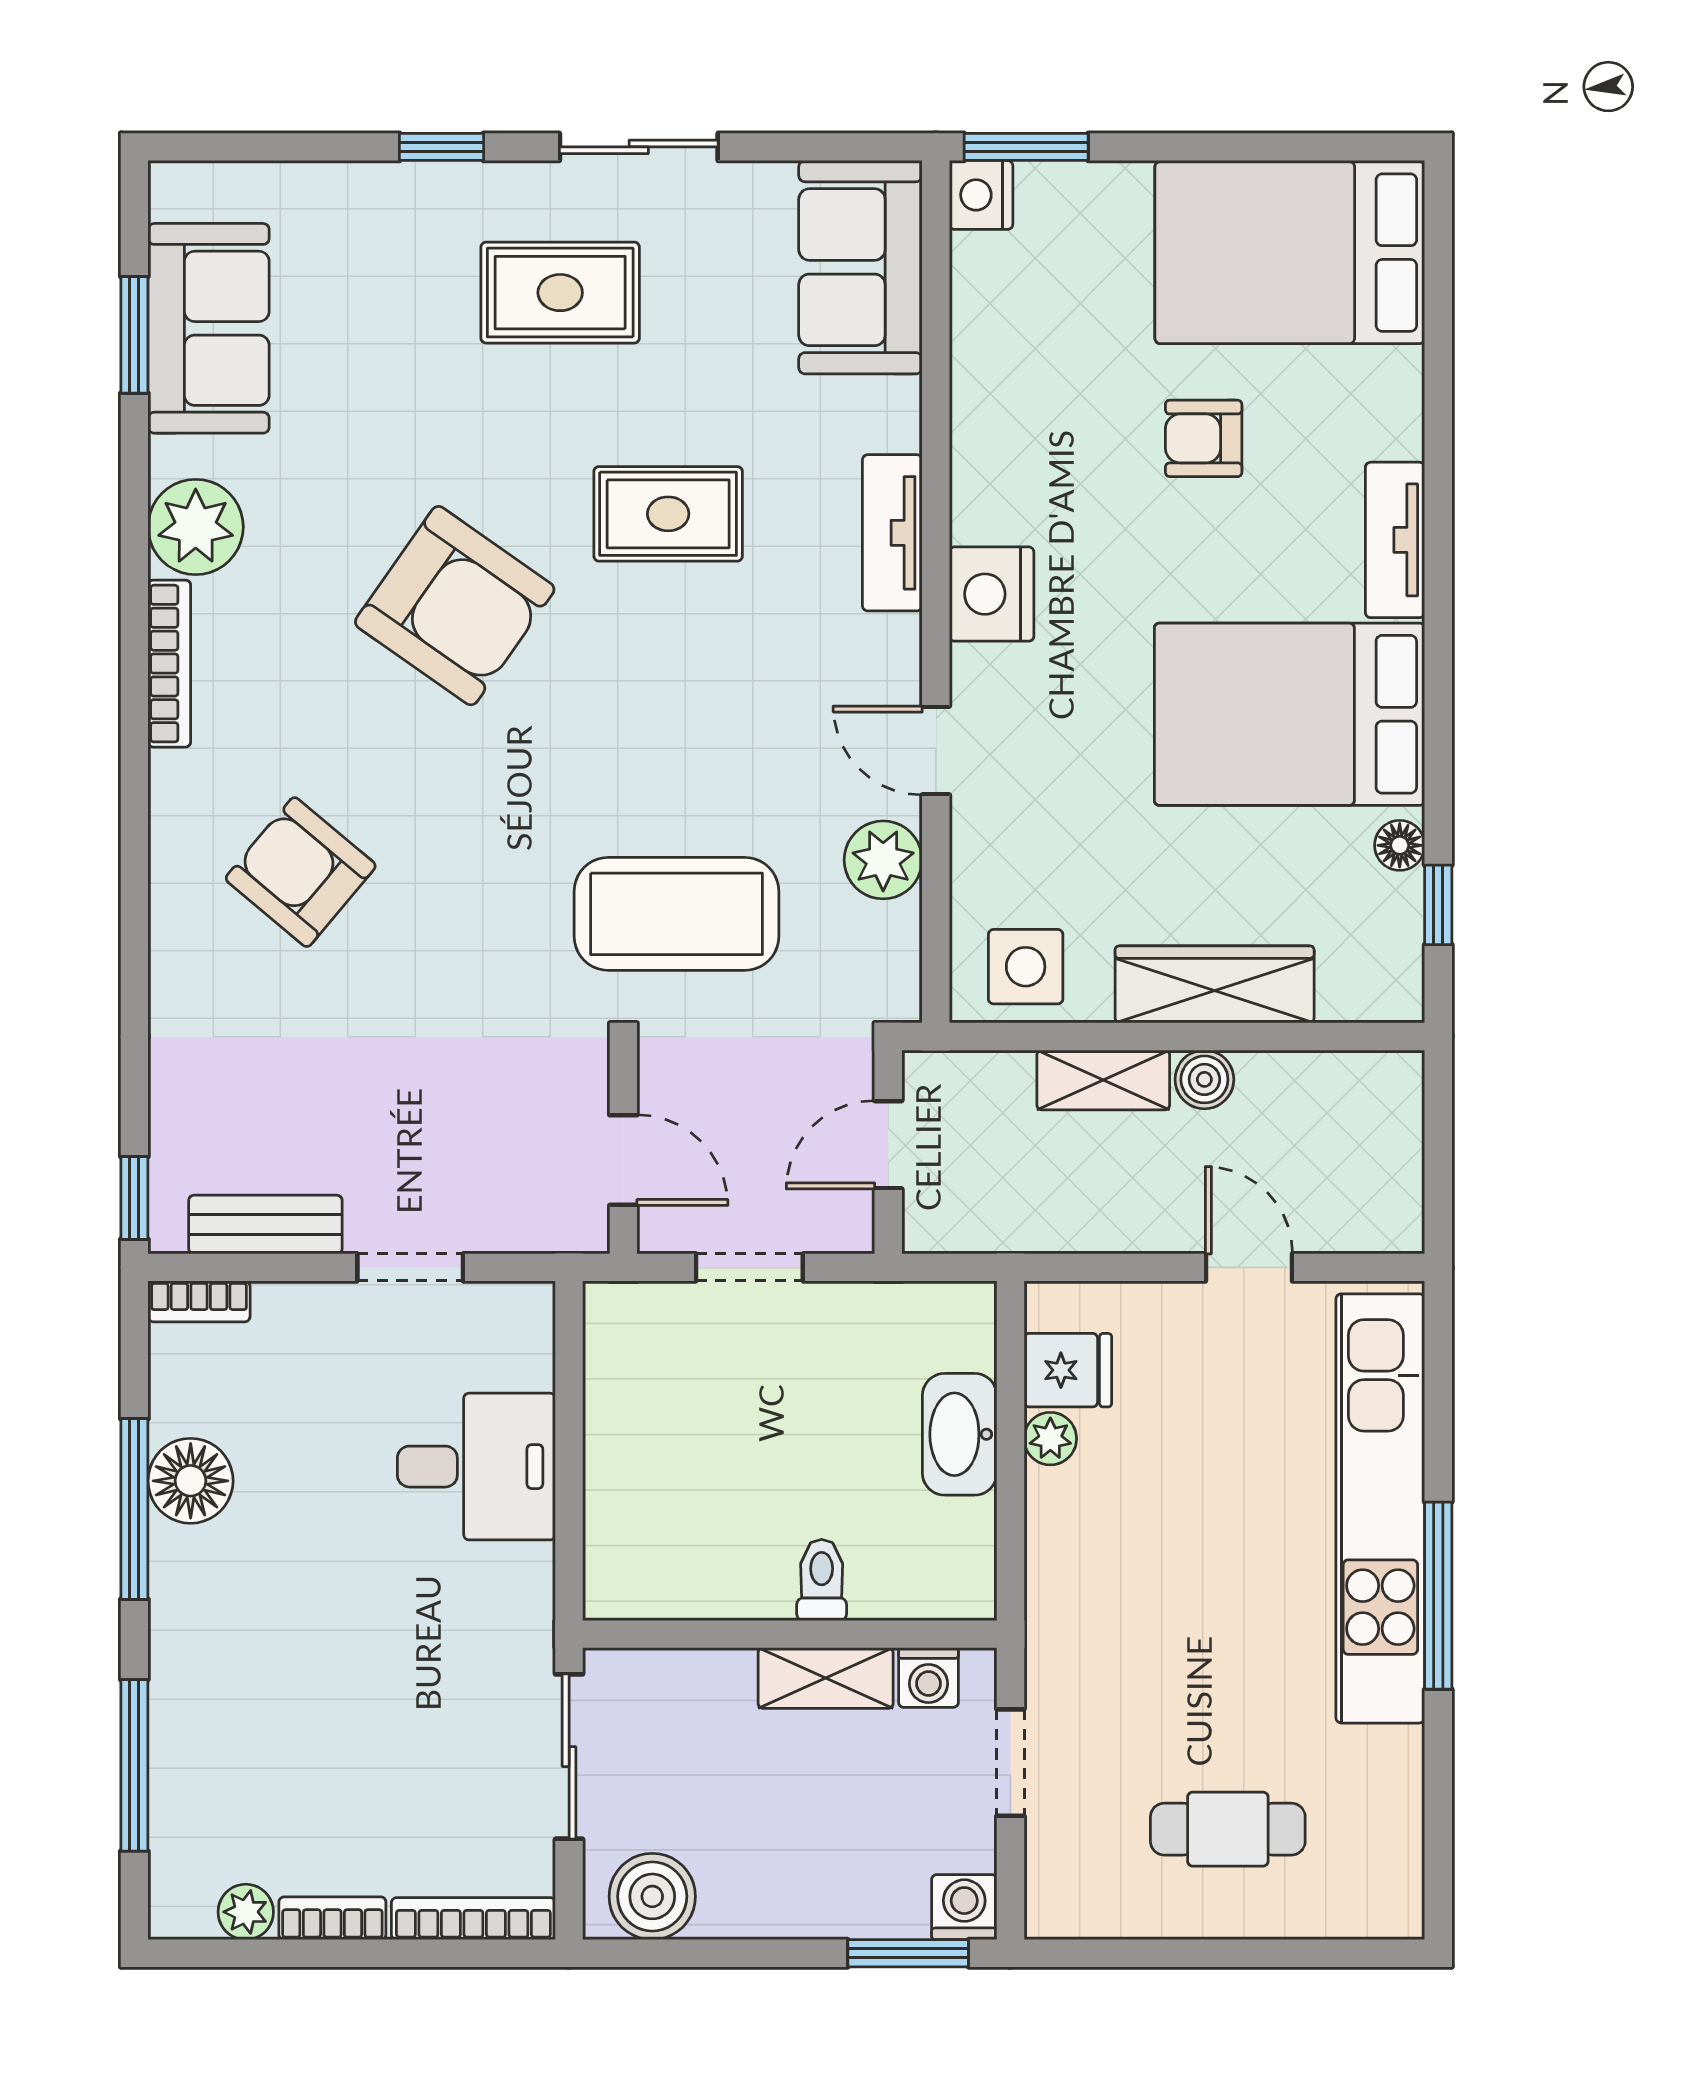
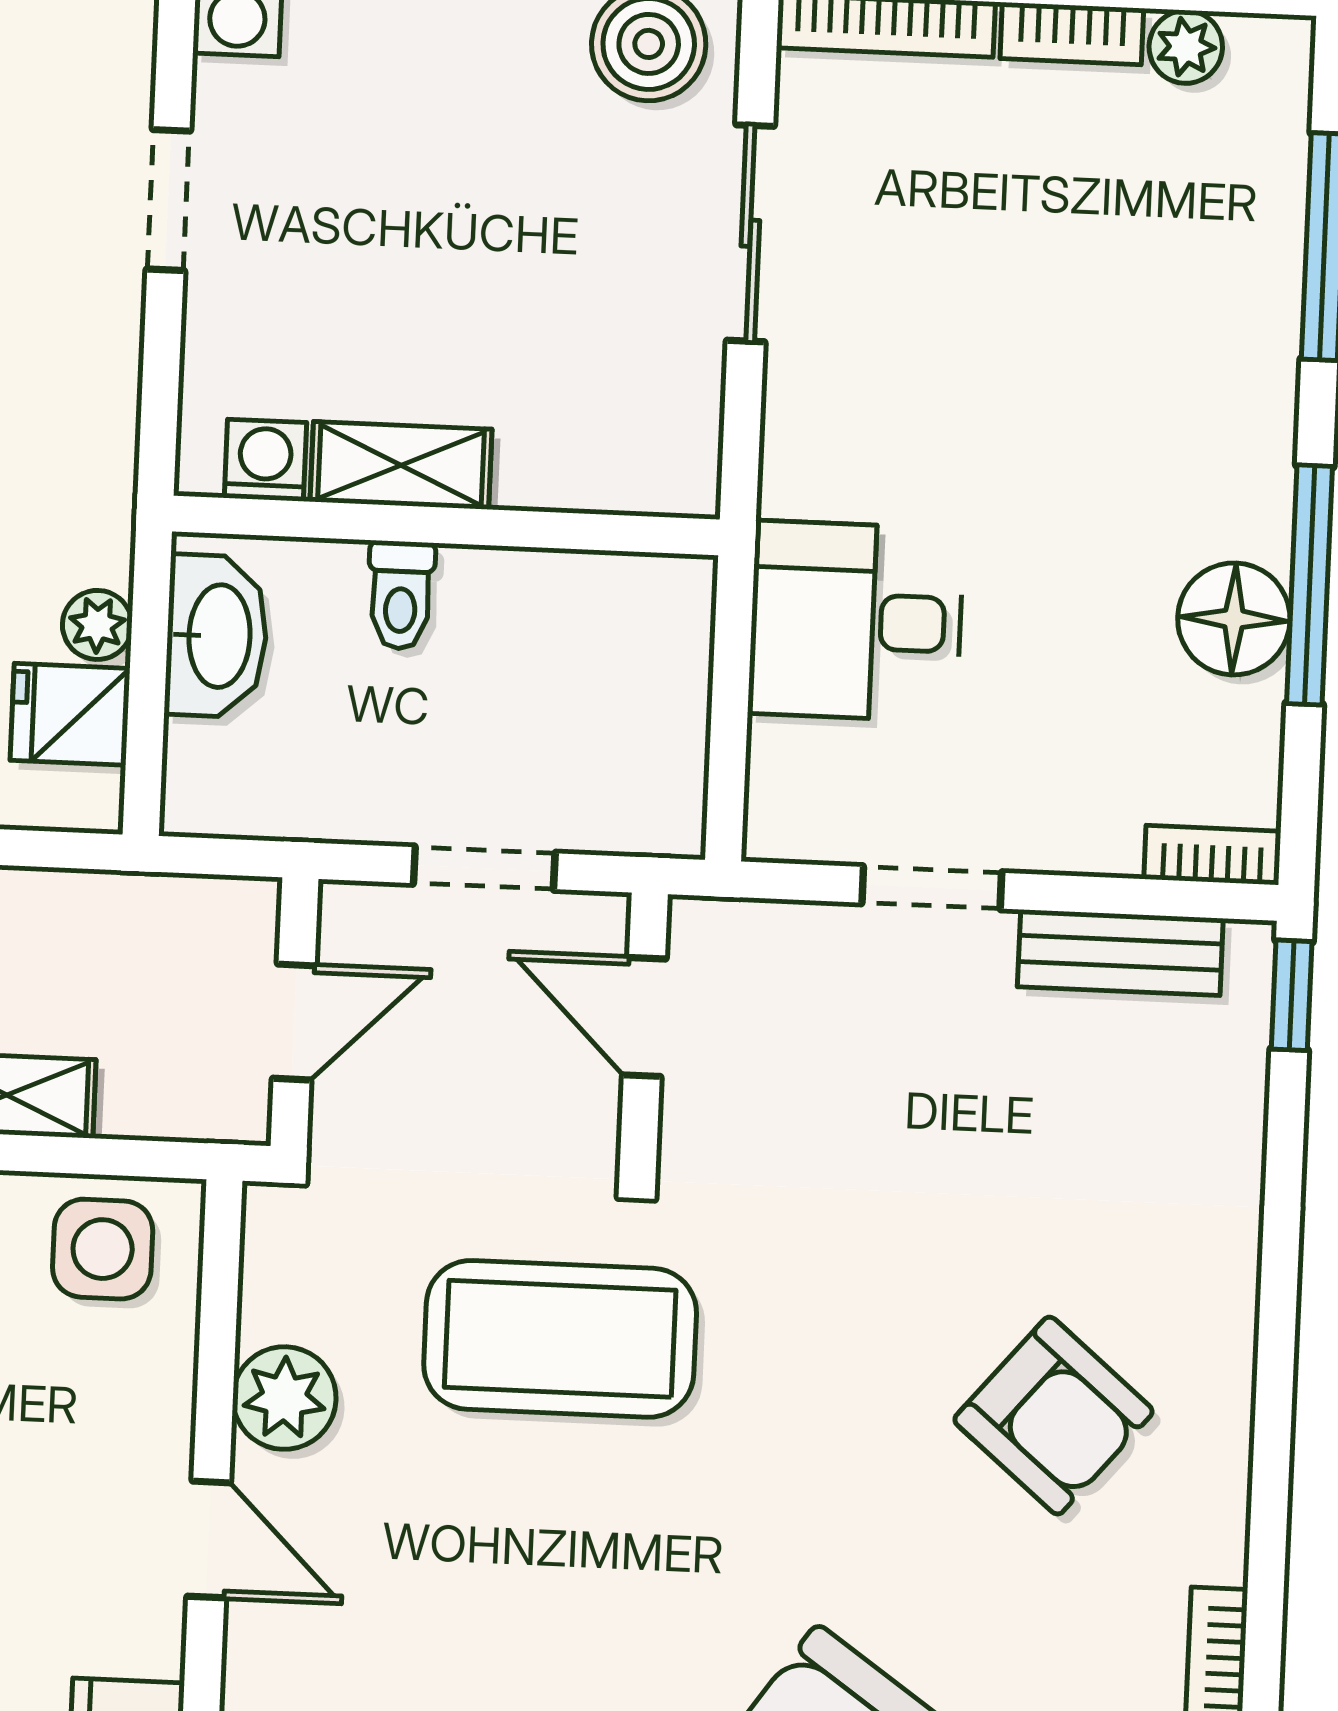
toilet: (822, 1580) -> (401, 595), moved
wall: (790, 1634) -> (446, 525), moved
shelving: (826, 1678) -> (401, 465), moved
washing machine: (928, 1678) -> (265, 460), moved

